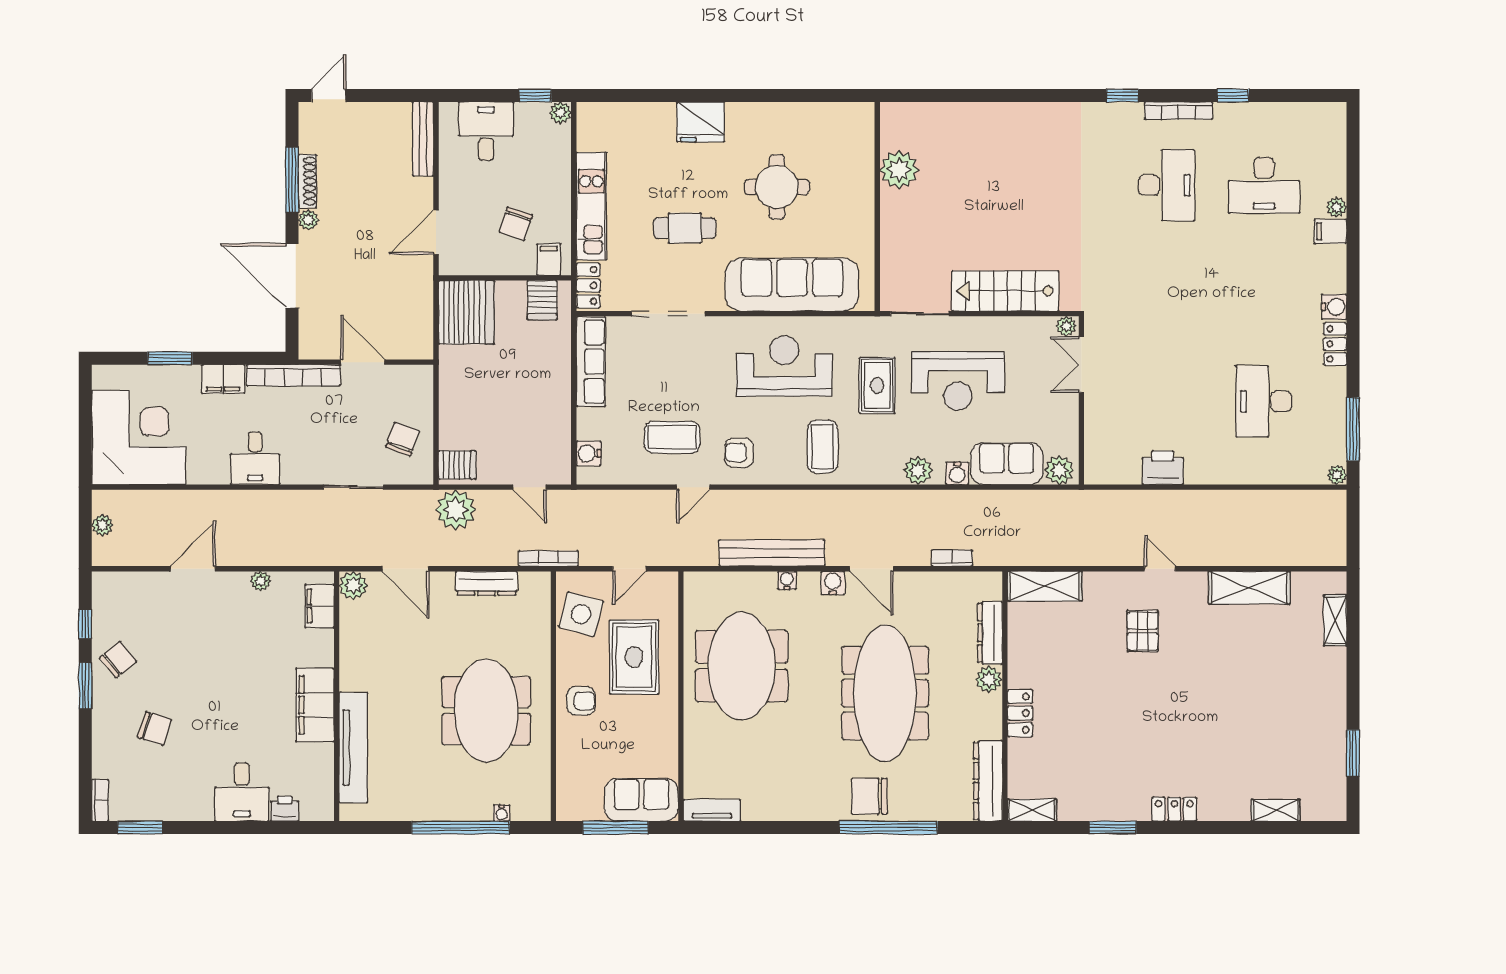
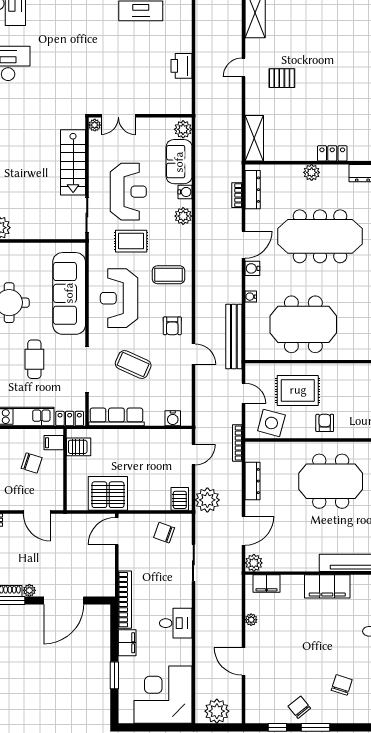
server rack: (466, 312) -> (108, 493), moved
door: (363, 362) -> (117, 531), moved
coffee table: (672, 437) -> (133, 364), moved, turned -66
plant: (102, 525) -> (217, 711), width x1.87, depth x1.87
bench: (772, 553) -> (234, 336), moved
dresser: (990, 633) -> (253, 190), moved, turned -90

